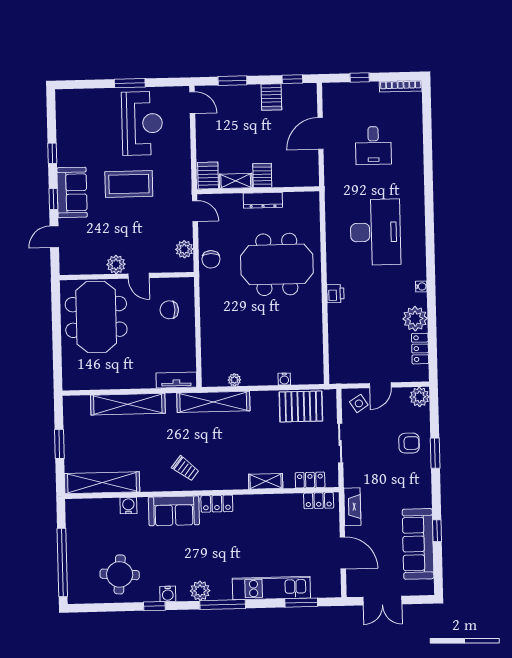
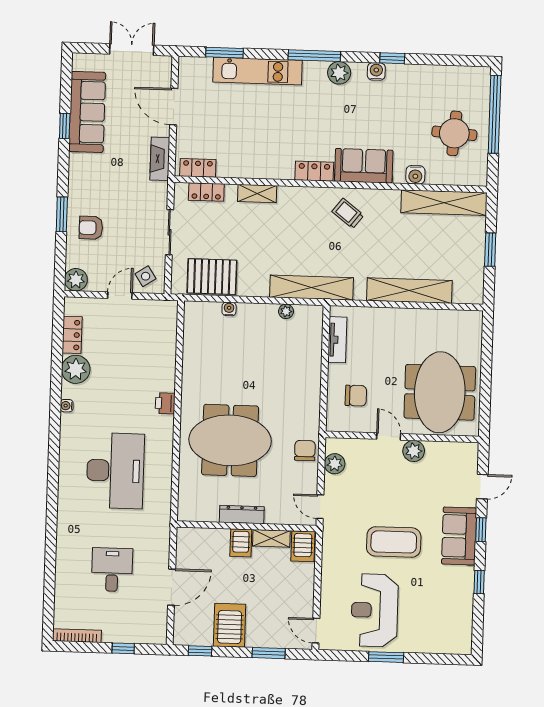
server rack: (271, 97) -> (230, 625), width x1.36, depth x1.44
desk: (375, 232) -> (115, 471), turned 180
tv unit: (176, 380) -> (337, 340), moved, turned -90
round table: (120, 574) -> (454, 133), moved

